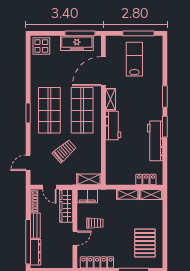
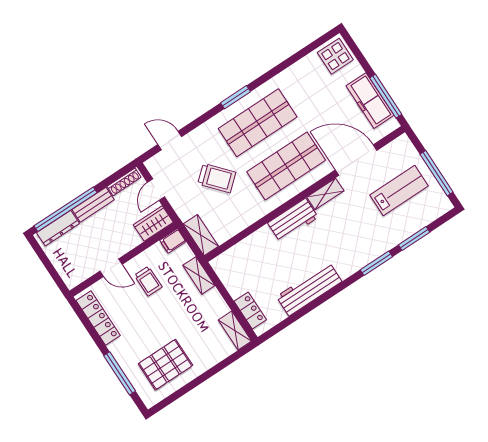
window: (165, 127) -> (414, 238), moved
shelving: (128, 194) -> (199, 275), moved
filing cabinet: (87, 196) -> (173, 241), width x0.50
wardrobe: (66, 206) -> (153, 224), width x0.67

